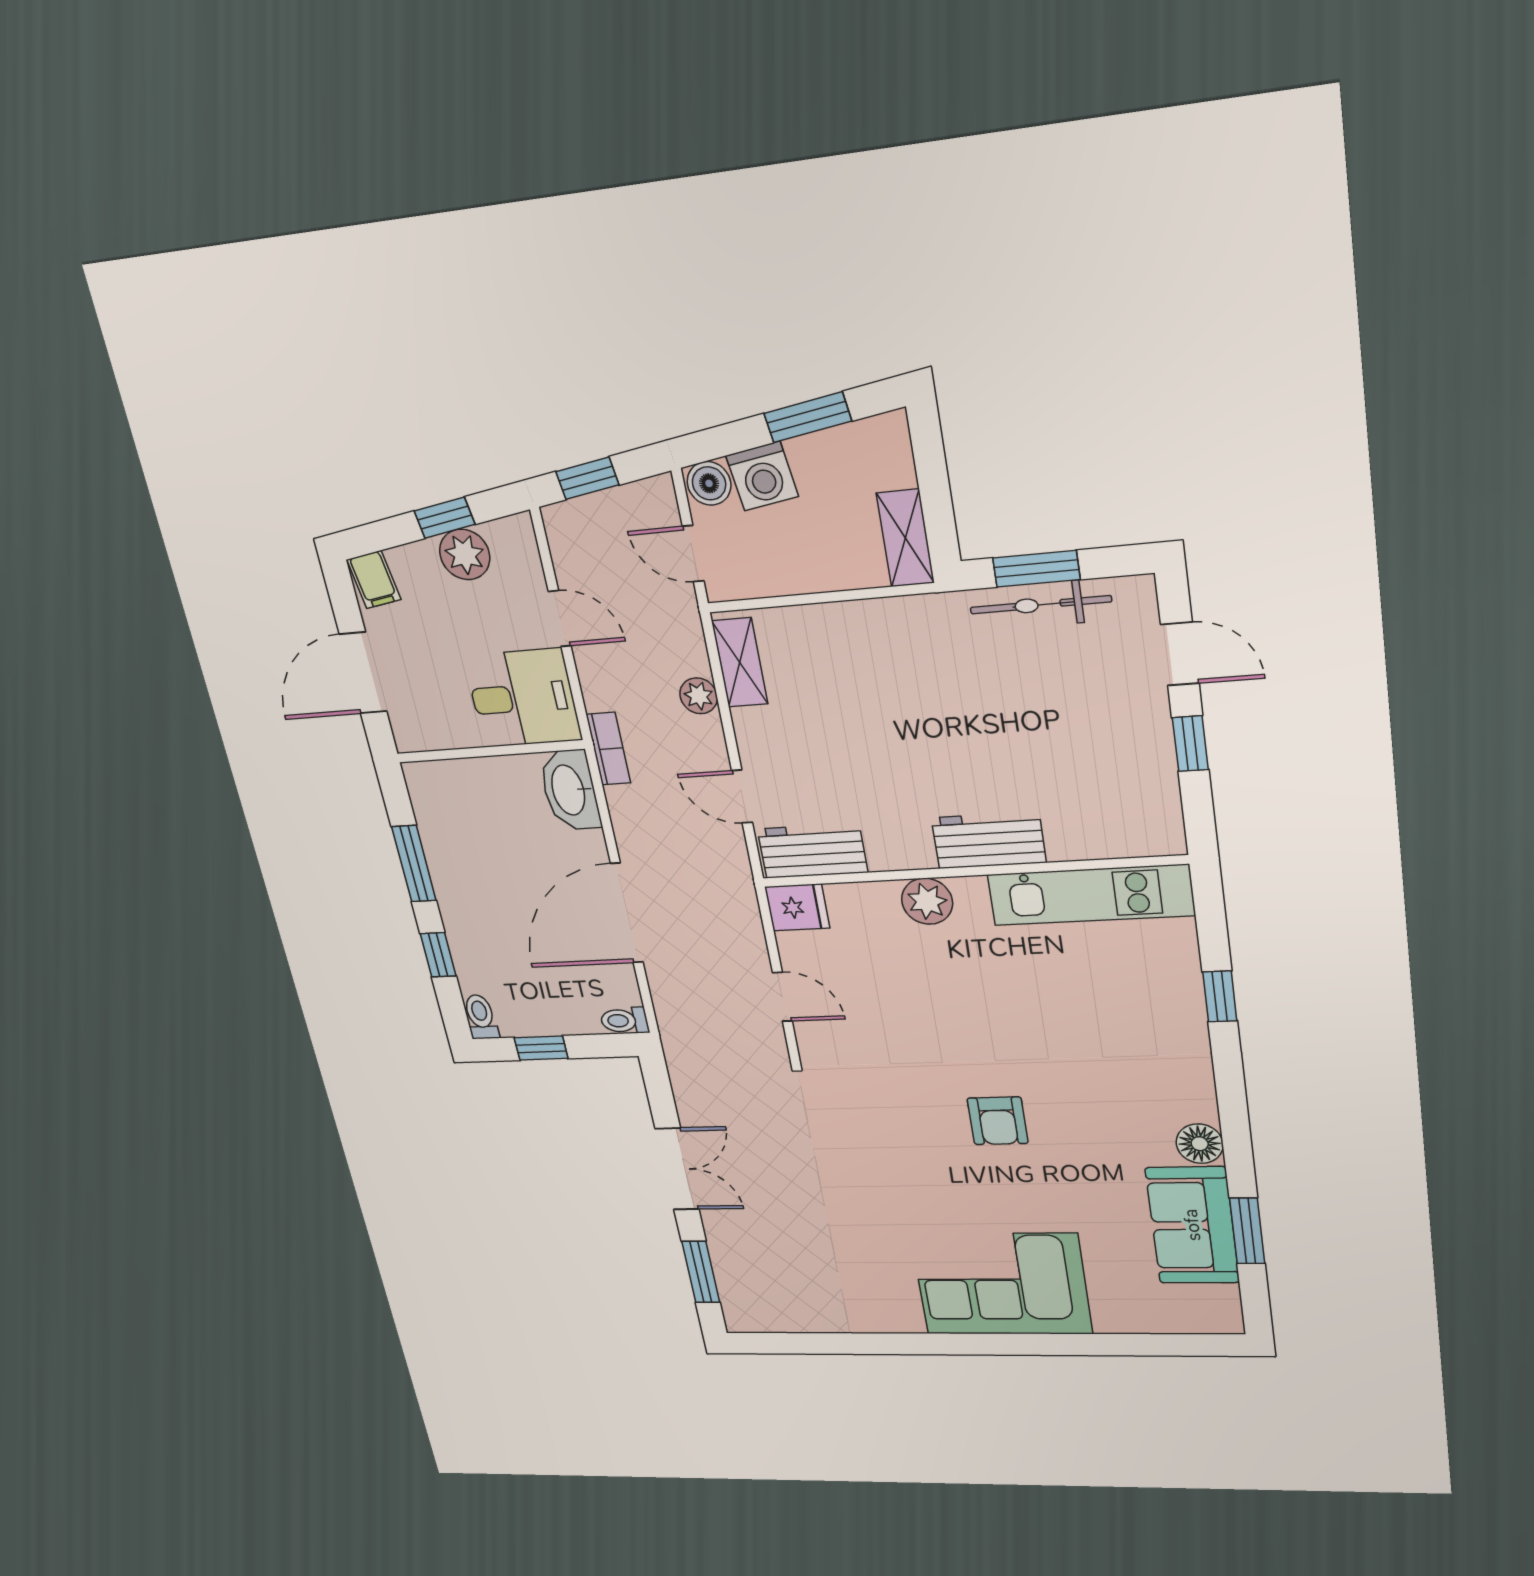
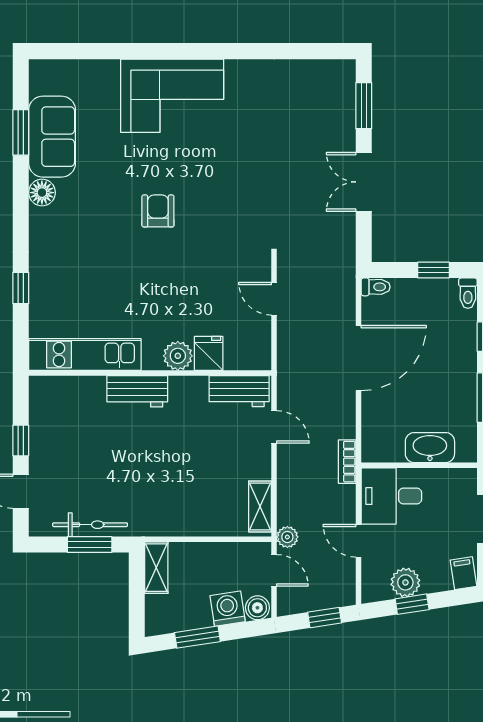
plant: (699, 696) -> (287, 537), moved
washbasin: (570, 790) -> (430, 448), moved, turned -90
fridge: (797, 907) -> (209, 353), moved, turned 90

